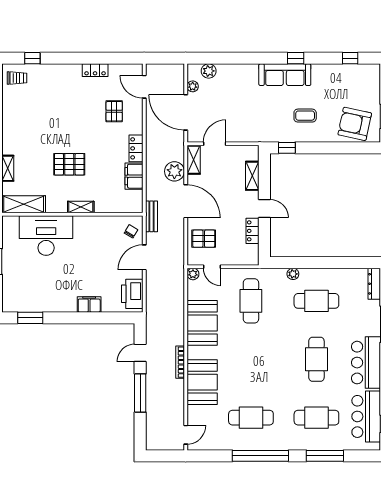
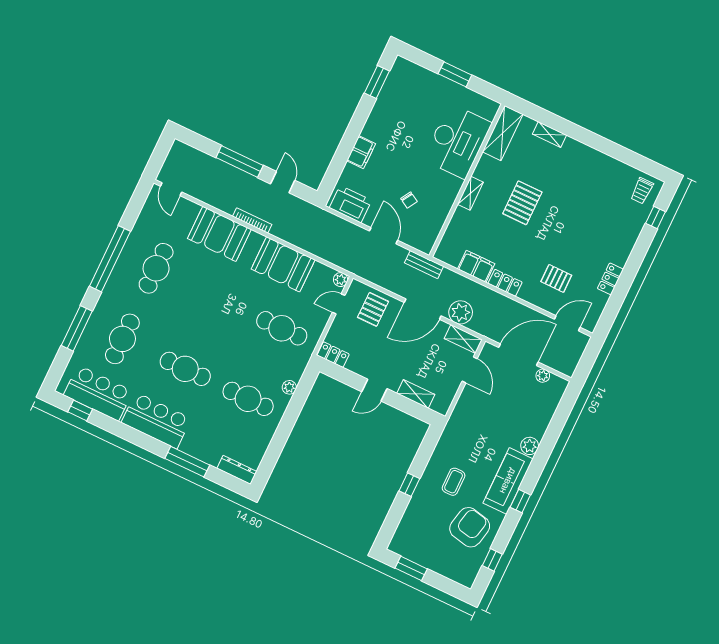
plant: (209, 71) -> (530, 446), moved
armchair: (355, 124) -> (470, 527), moved
window: (287, 148) -> (409, 485), moved
chair: (131, 231) -> (409, 200), moved
locker: (252, 231) -> (333, 355), moved
cafe table: (316, 301) -> (248, 399), turned 90

